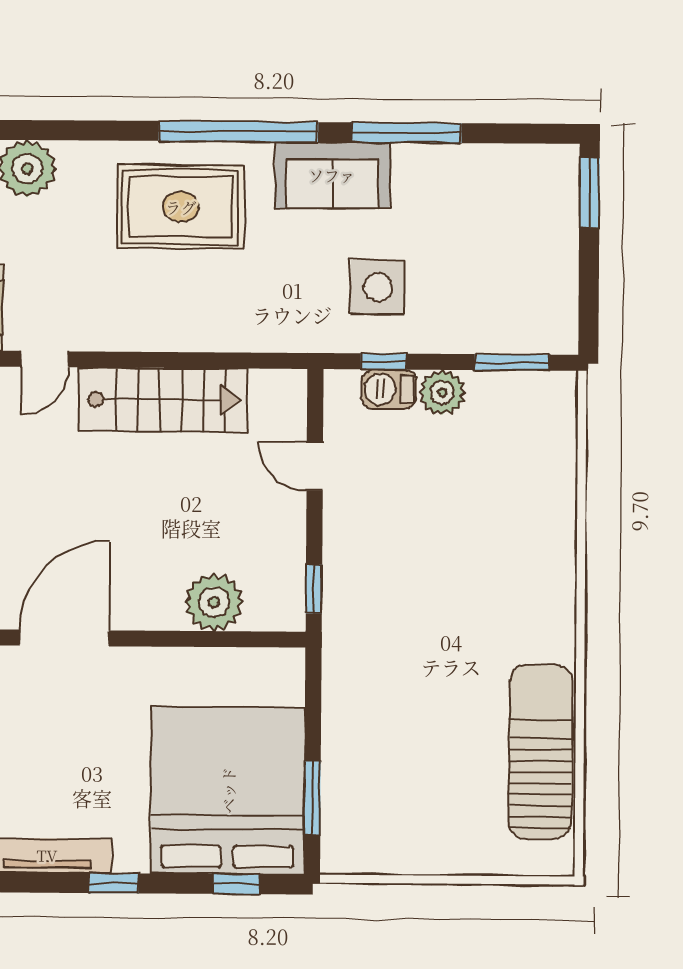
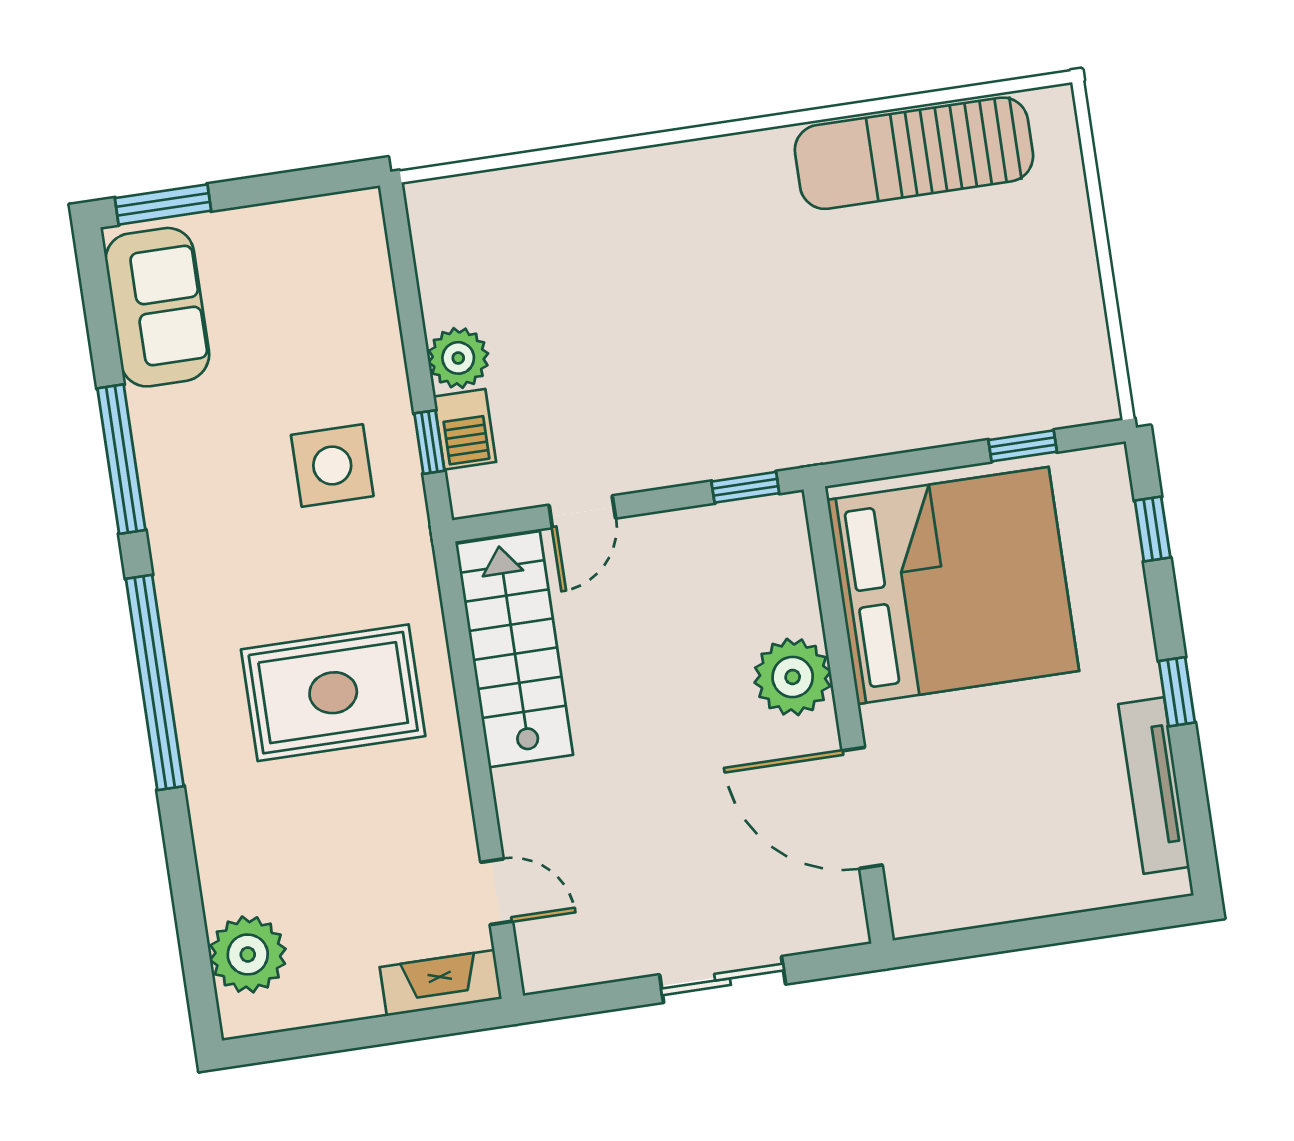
sofa: (332, 175) -> (157, 307), moved
rug: (181, 207) -> (333, 693), moved, turned 90
window: (512, 362) -> (404, 272), removed
stairs: (163, 400) -> (514, 649), moved
plant: (214, 602) -> (793, 677), moved
bed: (228, 790) -> (953, 585), moved, turned 180
window: (312, 798) -> (1023, 446), width x0.67

